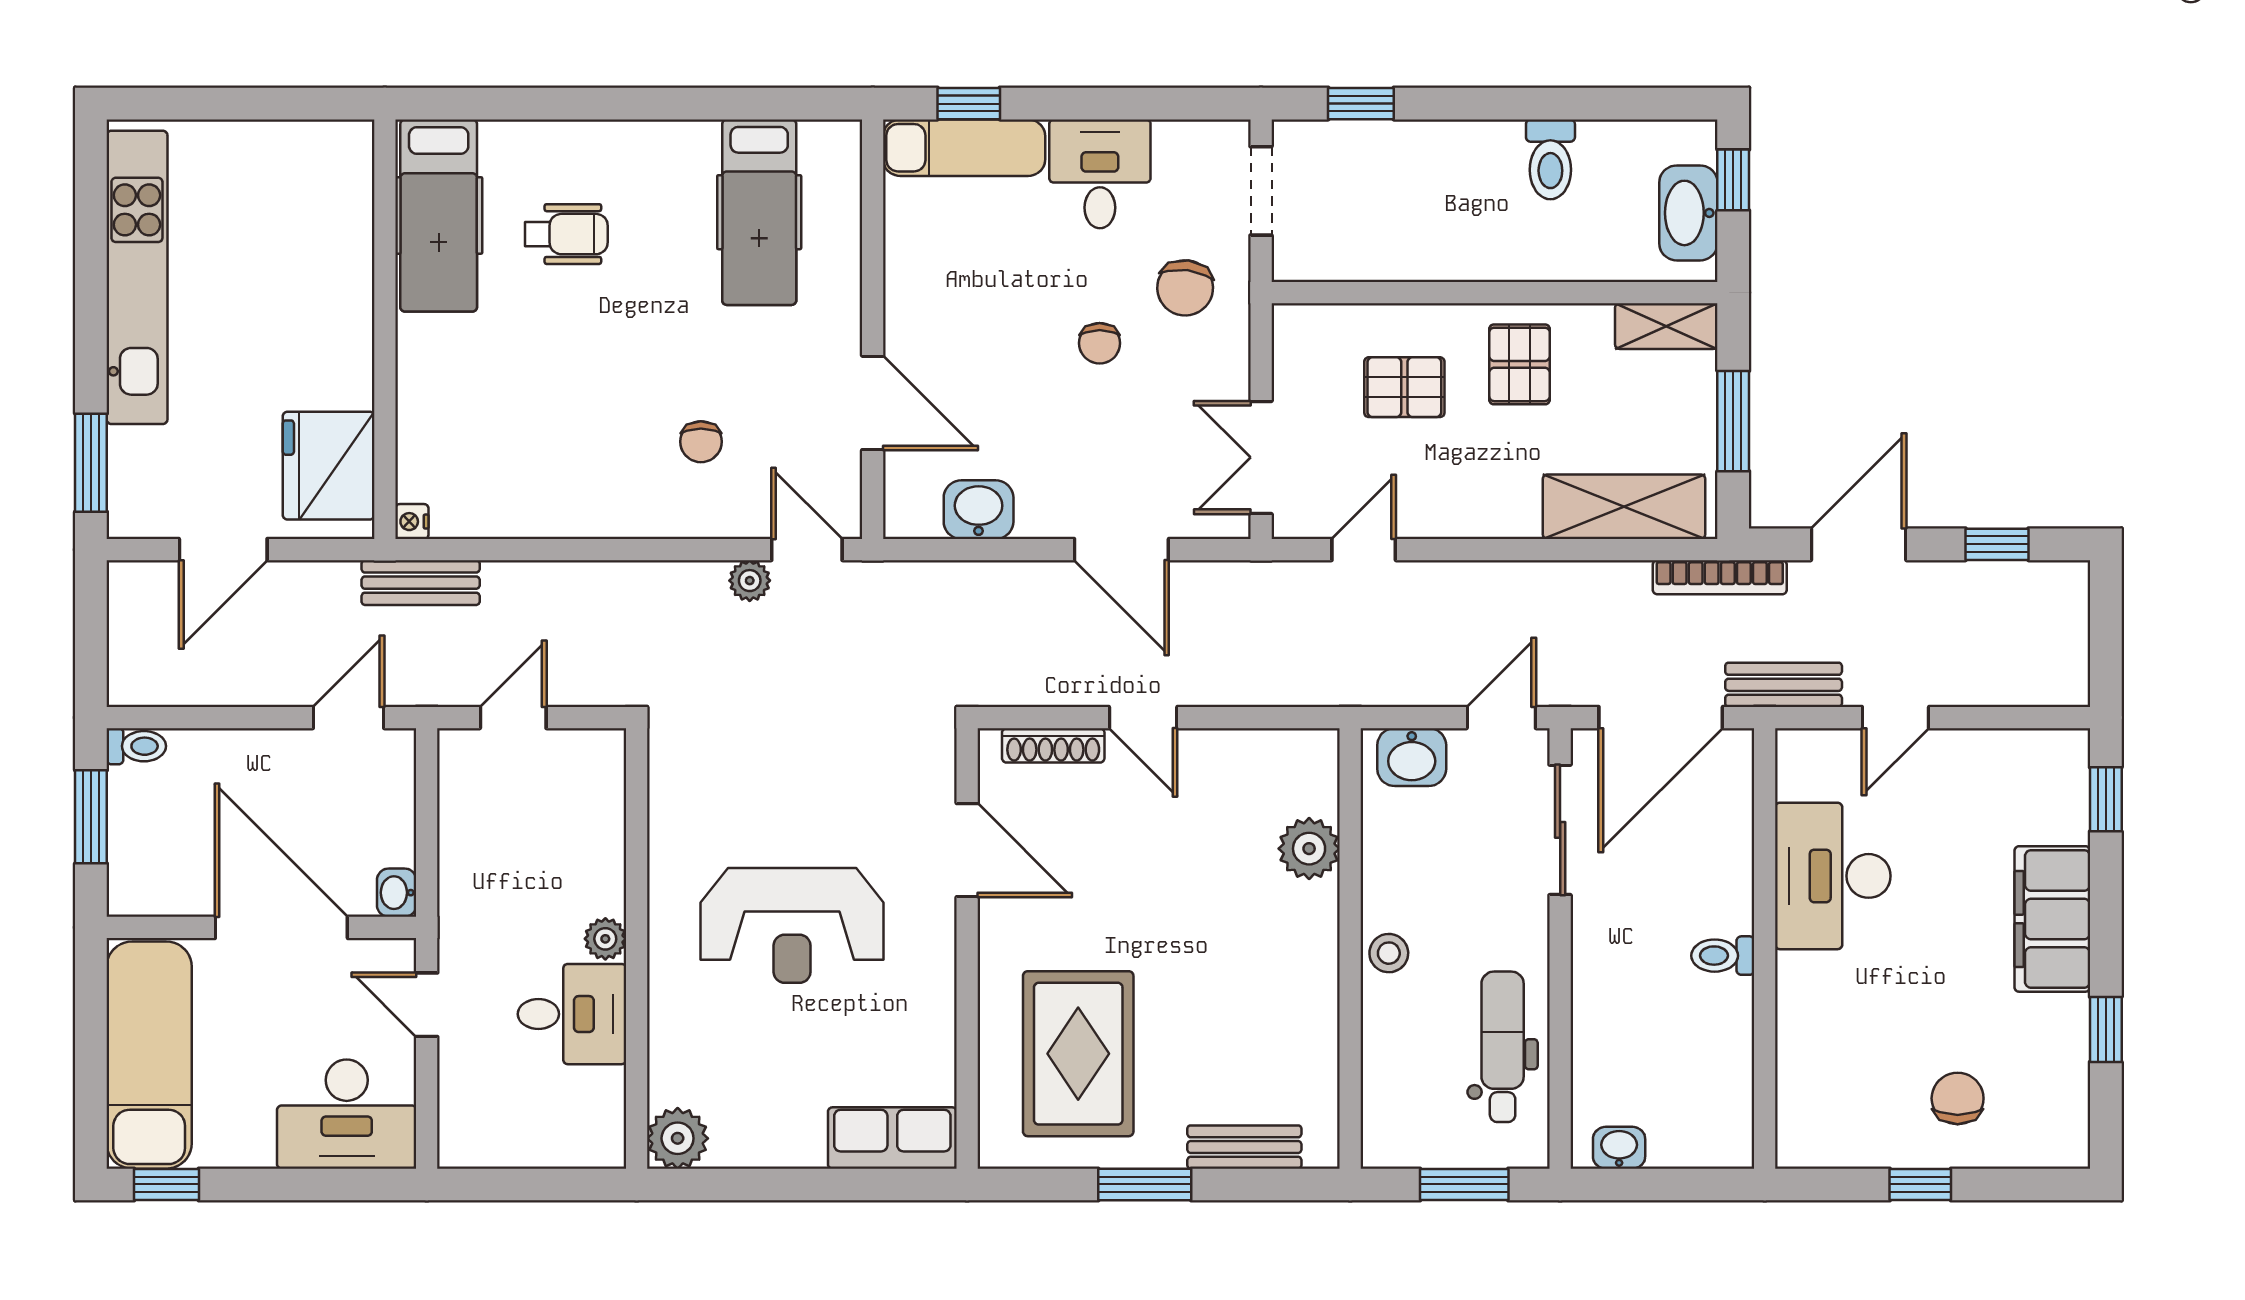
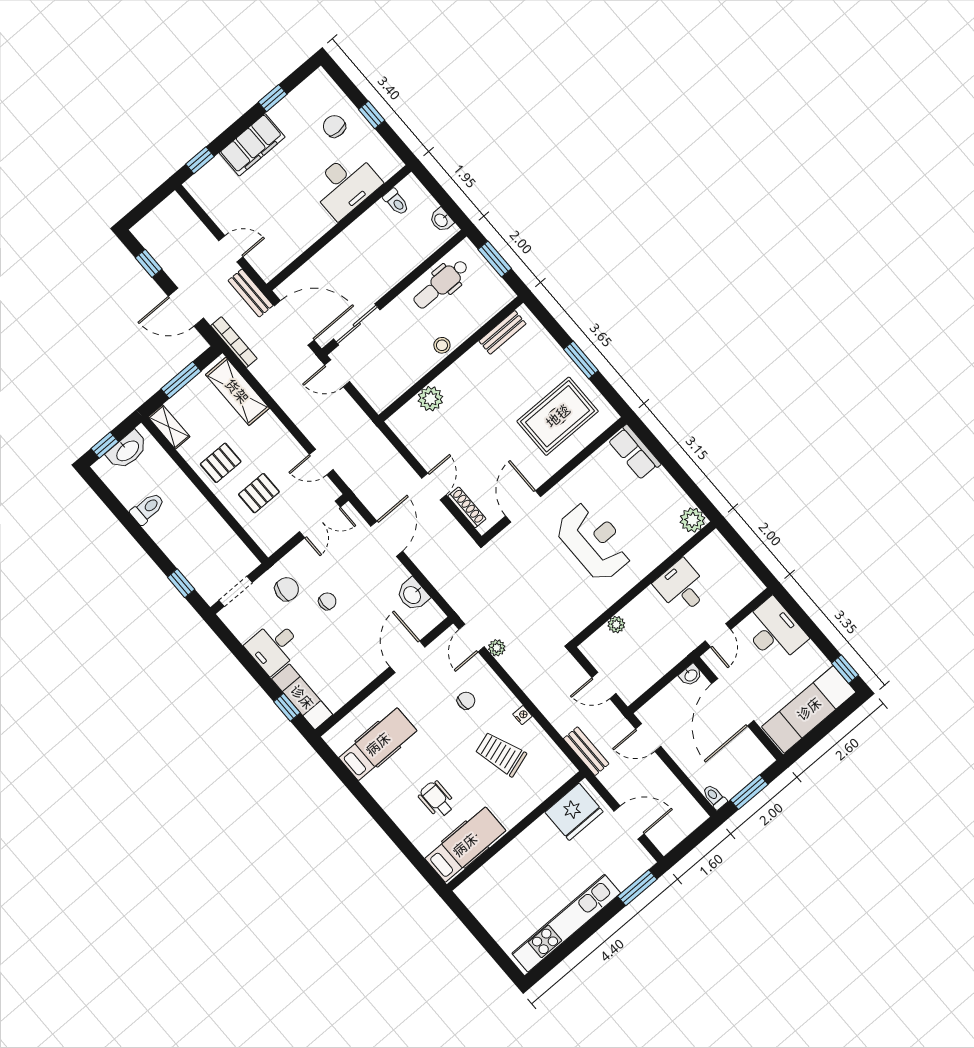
pallet: (1404, 387) -> (259, 493), turned 90
trolley: (549, 422) -> (501, 754), added
nightstand: (412, 522) -> (522, 715), moved, turned -90
washbasin: (1412, 757) -> (374, 391), removed
desk: (1833, 876) -> (346, 185), moved
plant: (605, 939) -> (616, 625), moved
toilet: (1723, 956) -> (396, 202), moved
chair: (1958, 1098) -> (334, 126), turned 90
bench: (1244, 1147) -> (502, 332), moved, turned 90

